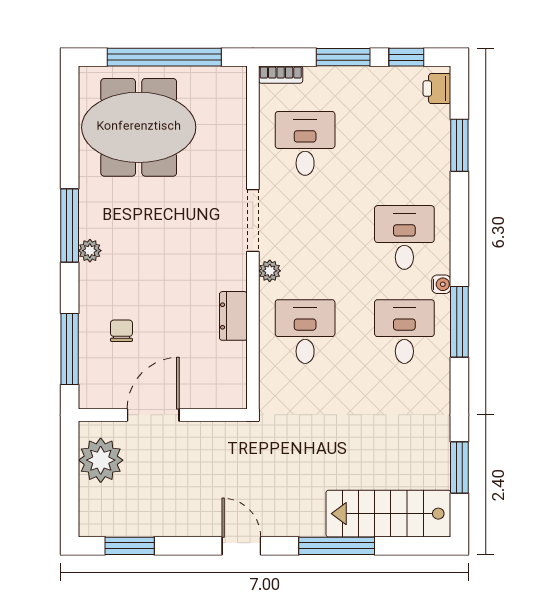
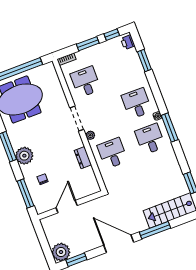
plant: (90, 251) -> (24, 156), width x1.87, depth x1.87
plant: (101, 460) -> (61, 252), moved
door: (241, 546) -> (119, 244), width x1.88

